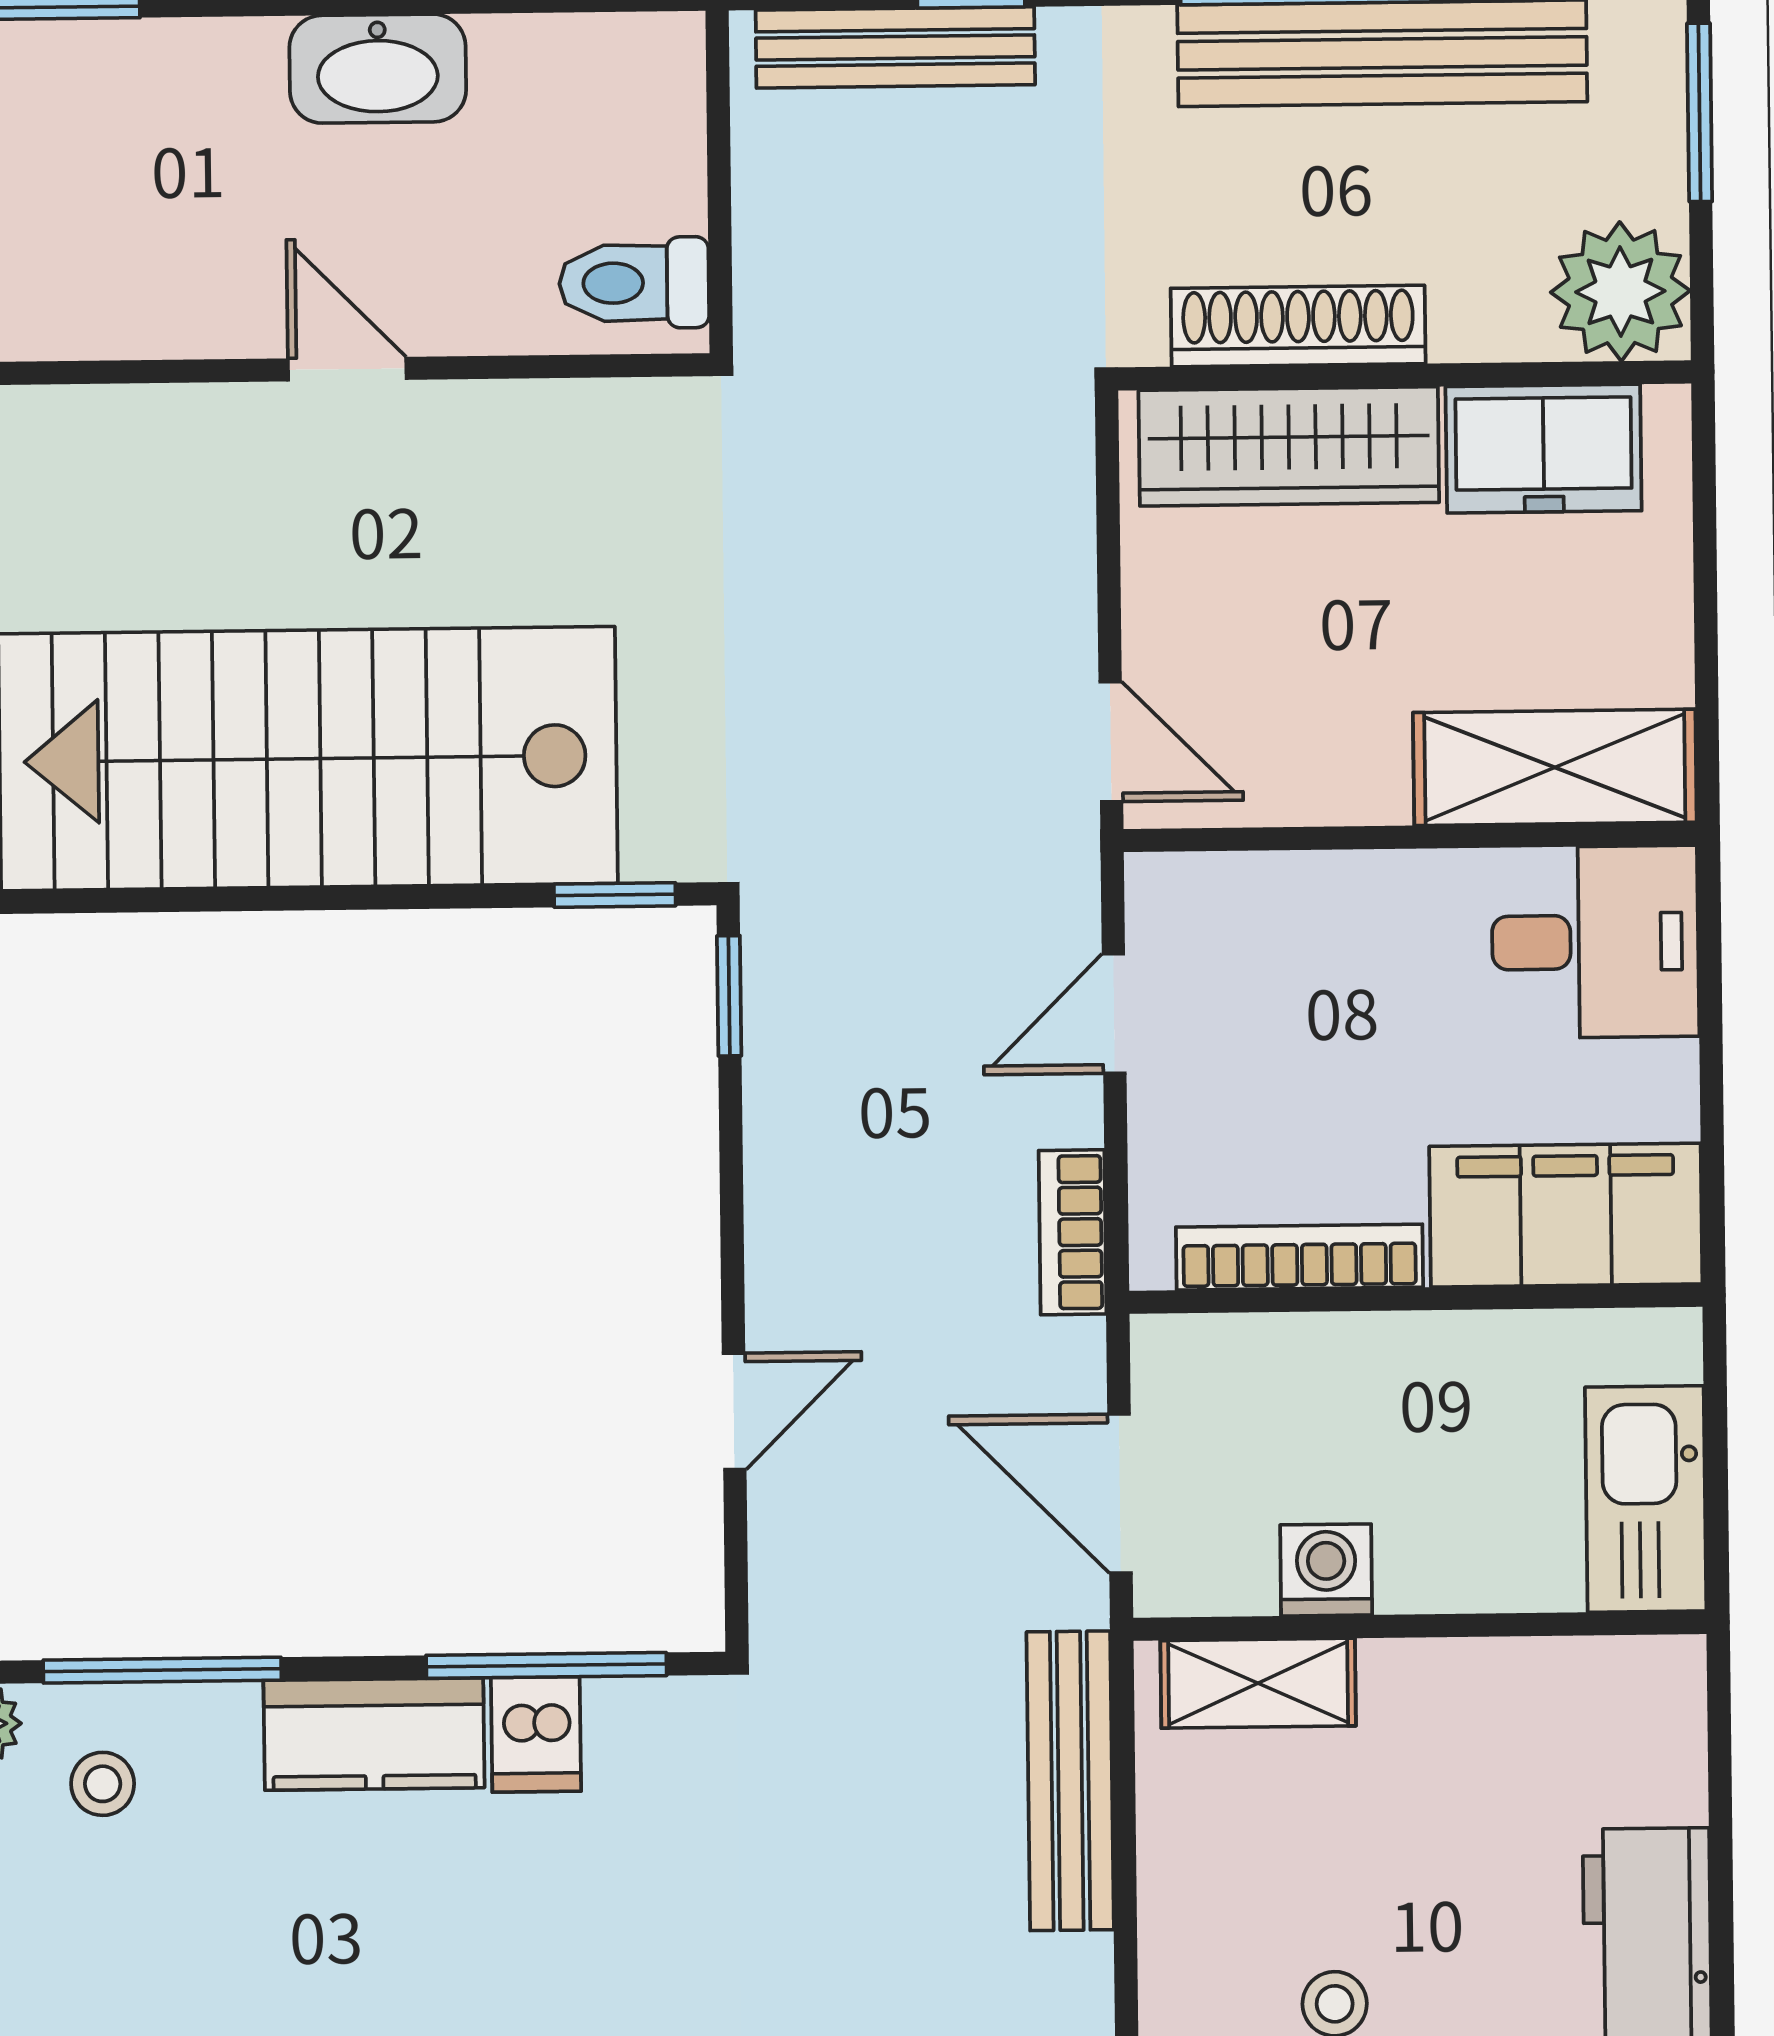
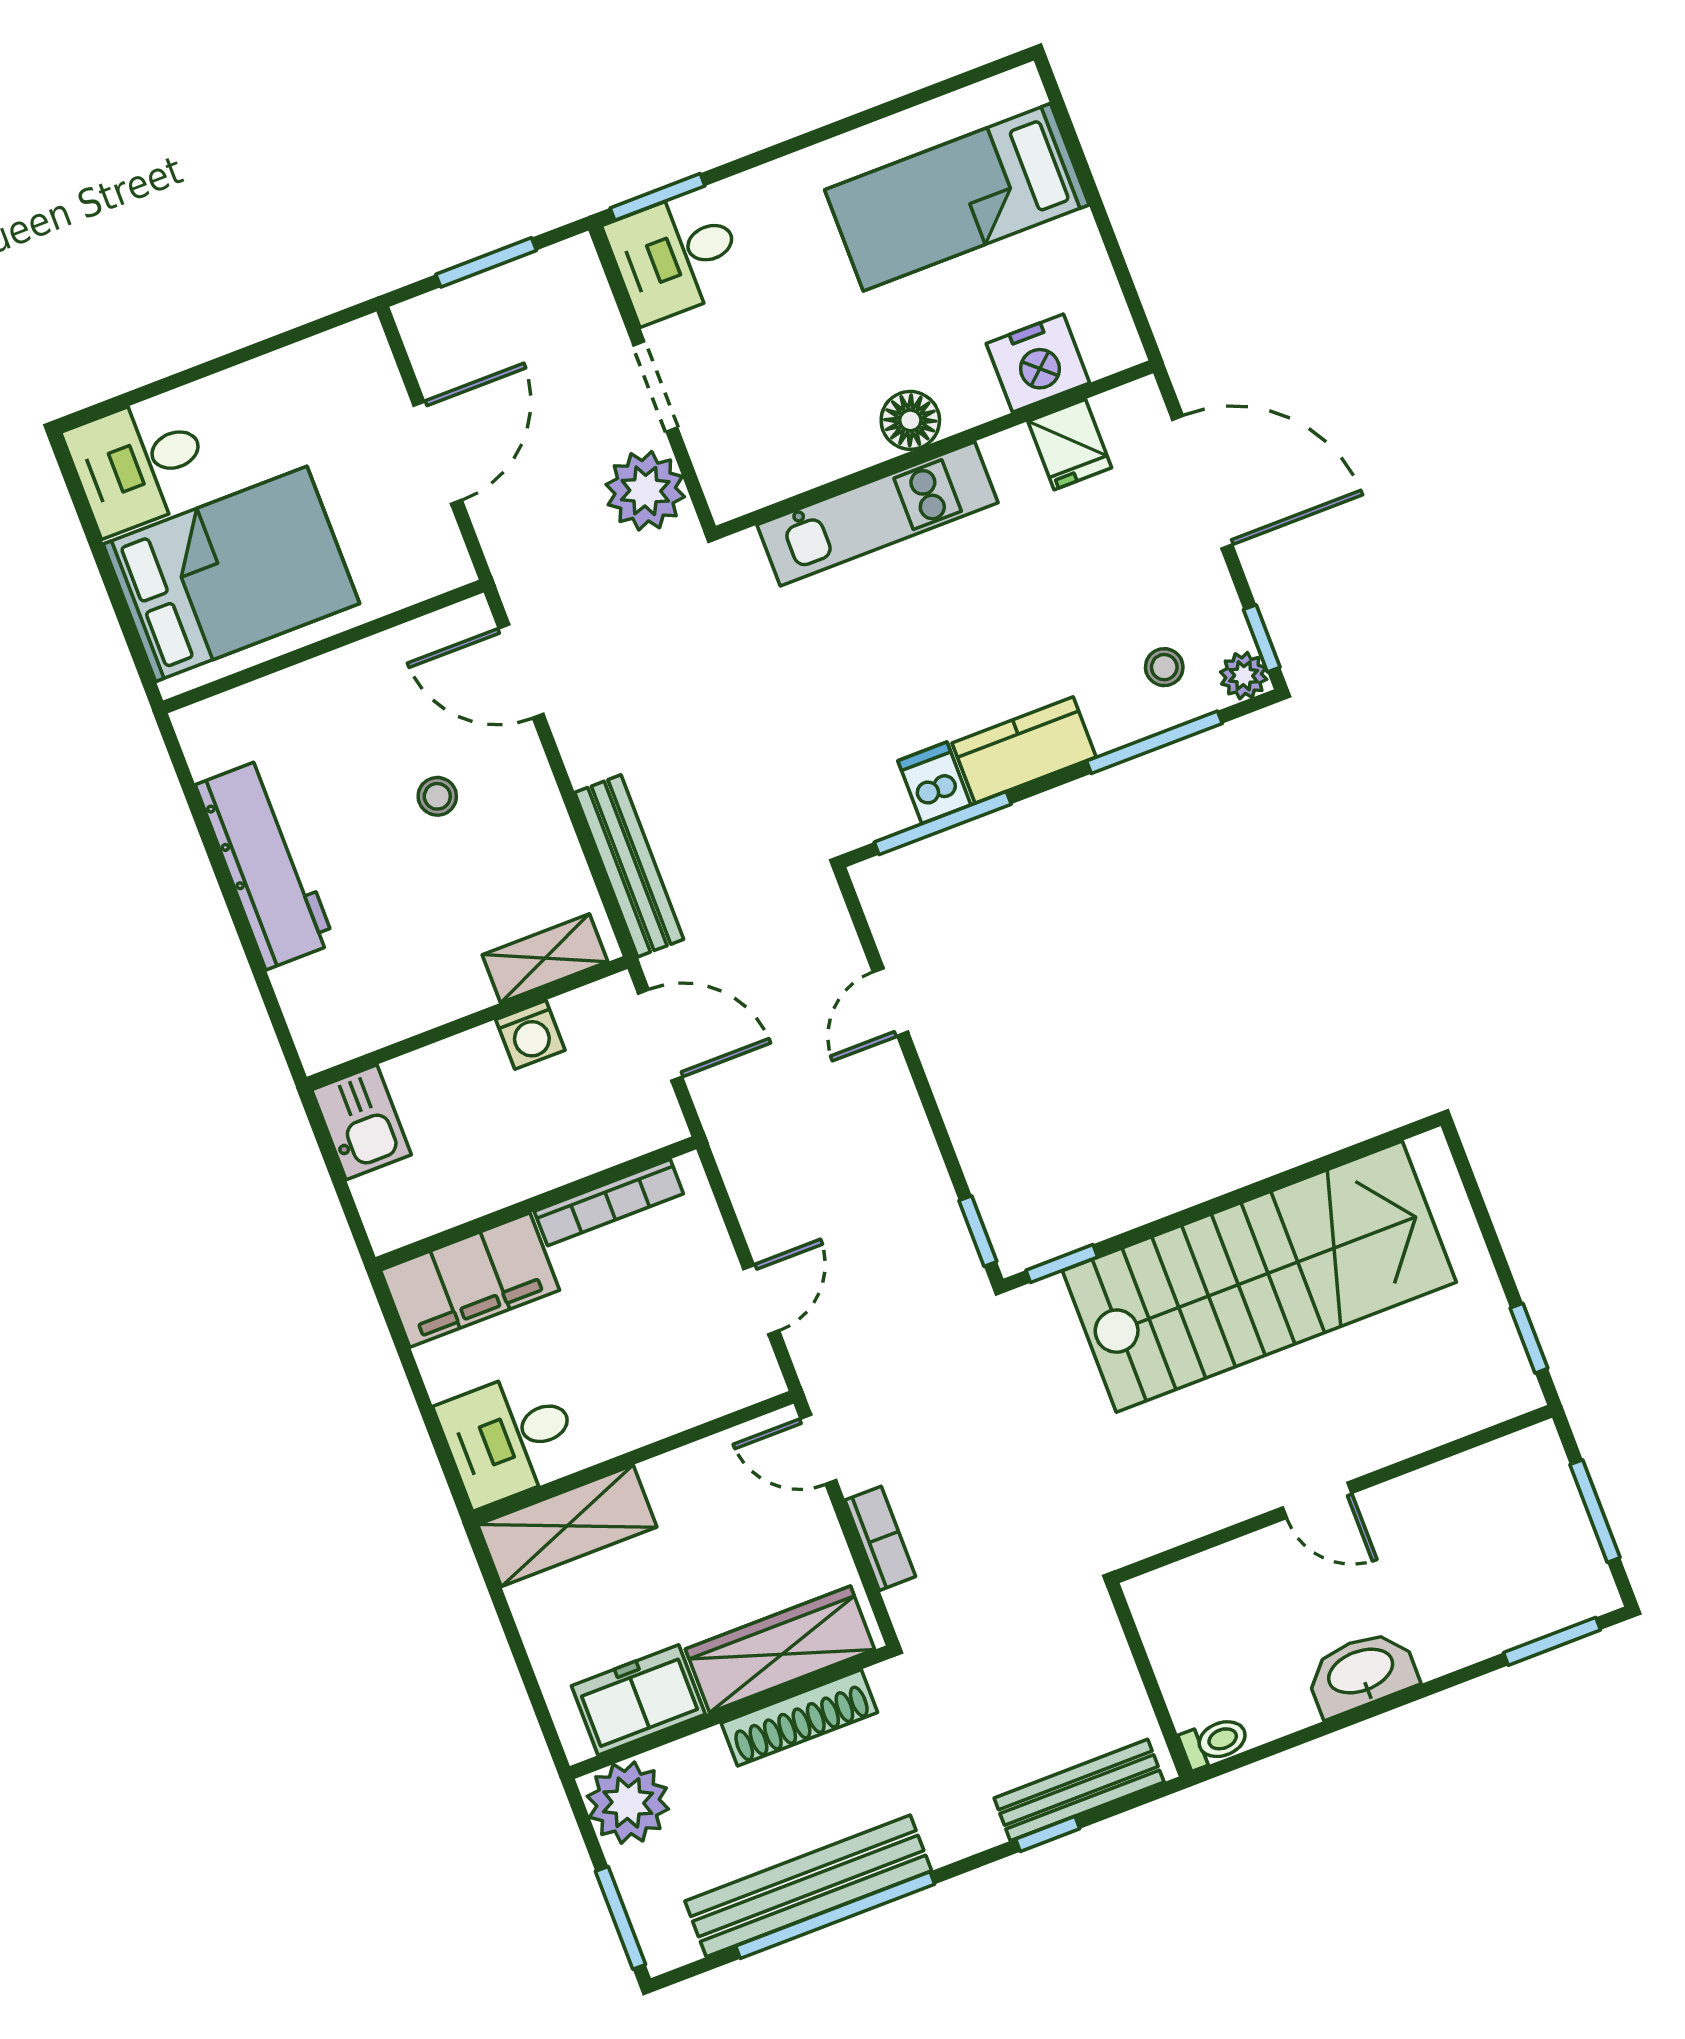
toilet: (634, 283) -> (1214, 1742), moved, width x0.73, depth x0.72
bookcase: (1072, 1232) -> (880, 1538), moved
kitchen sink: (1646, 1499) -> (361, 1122), width x0.73

